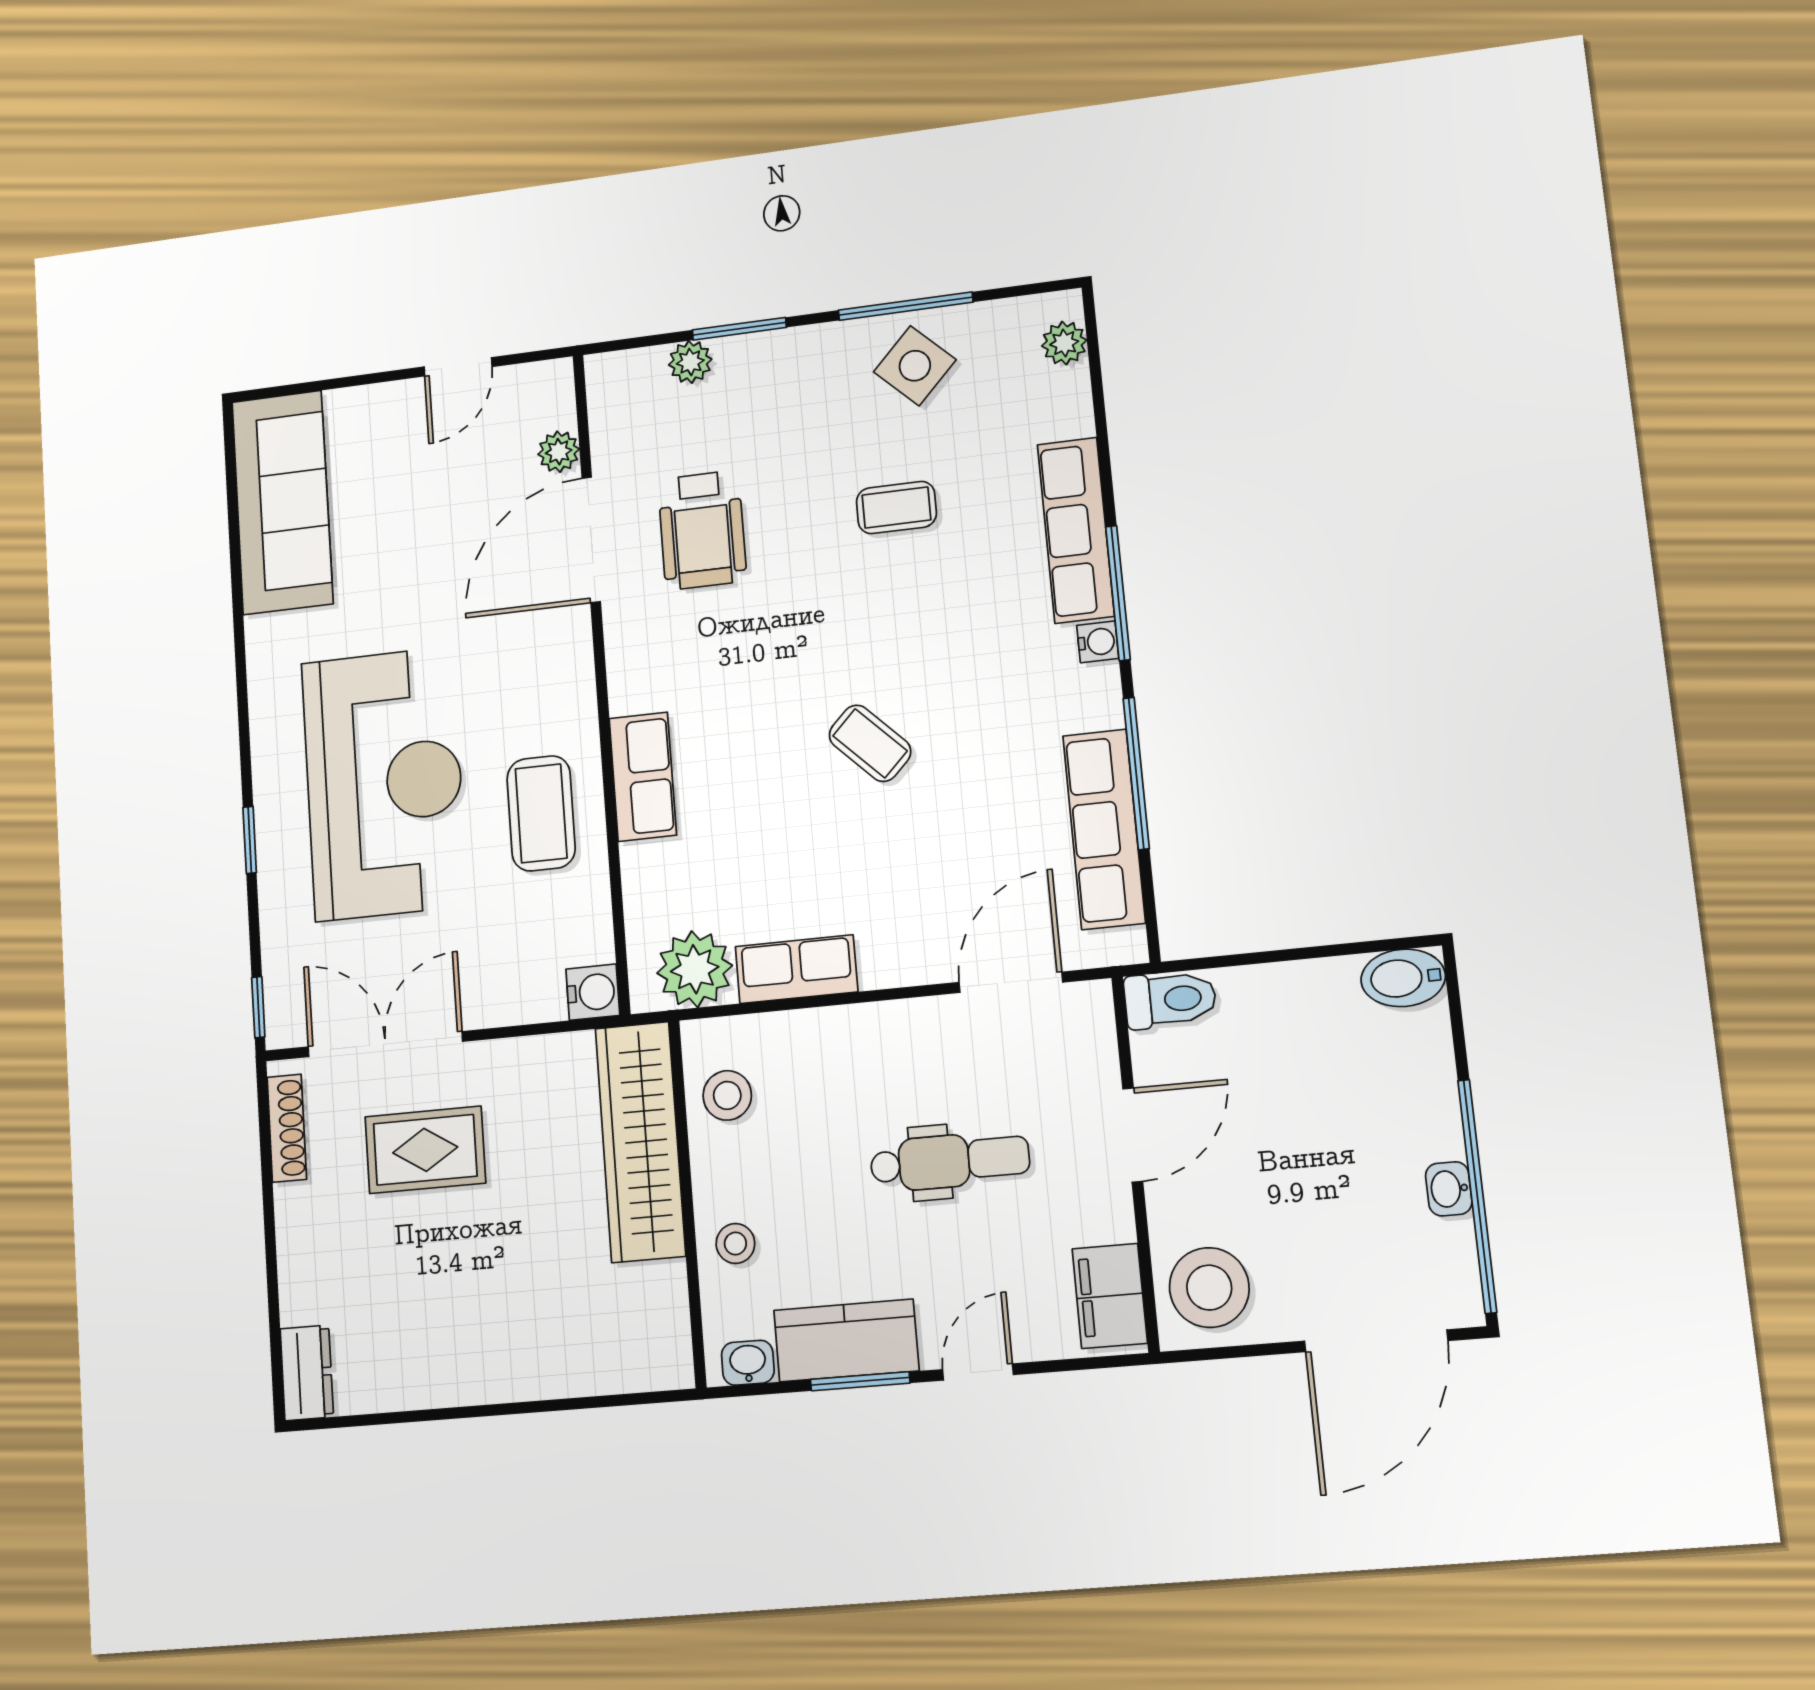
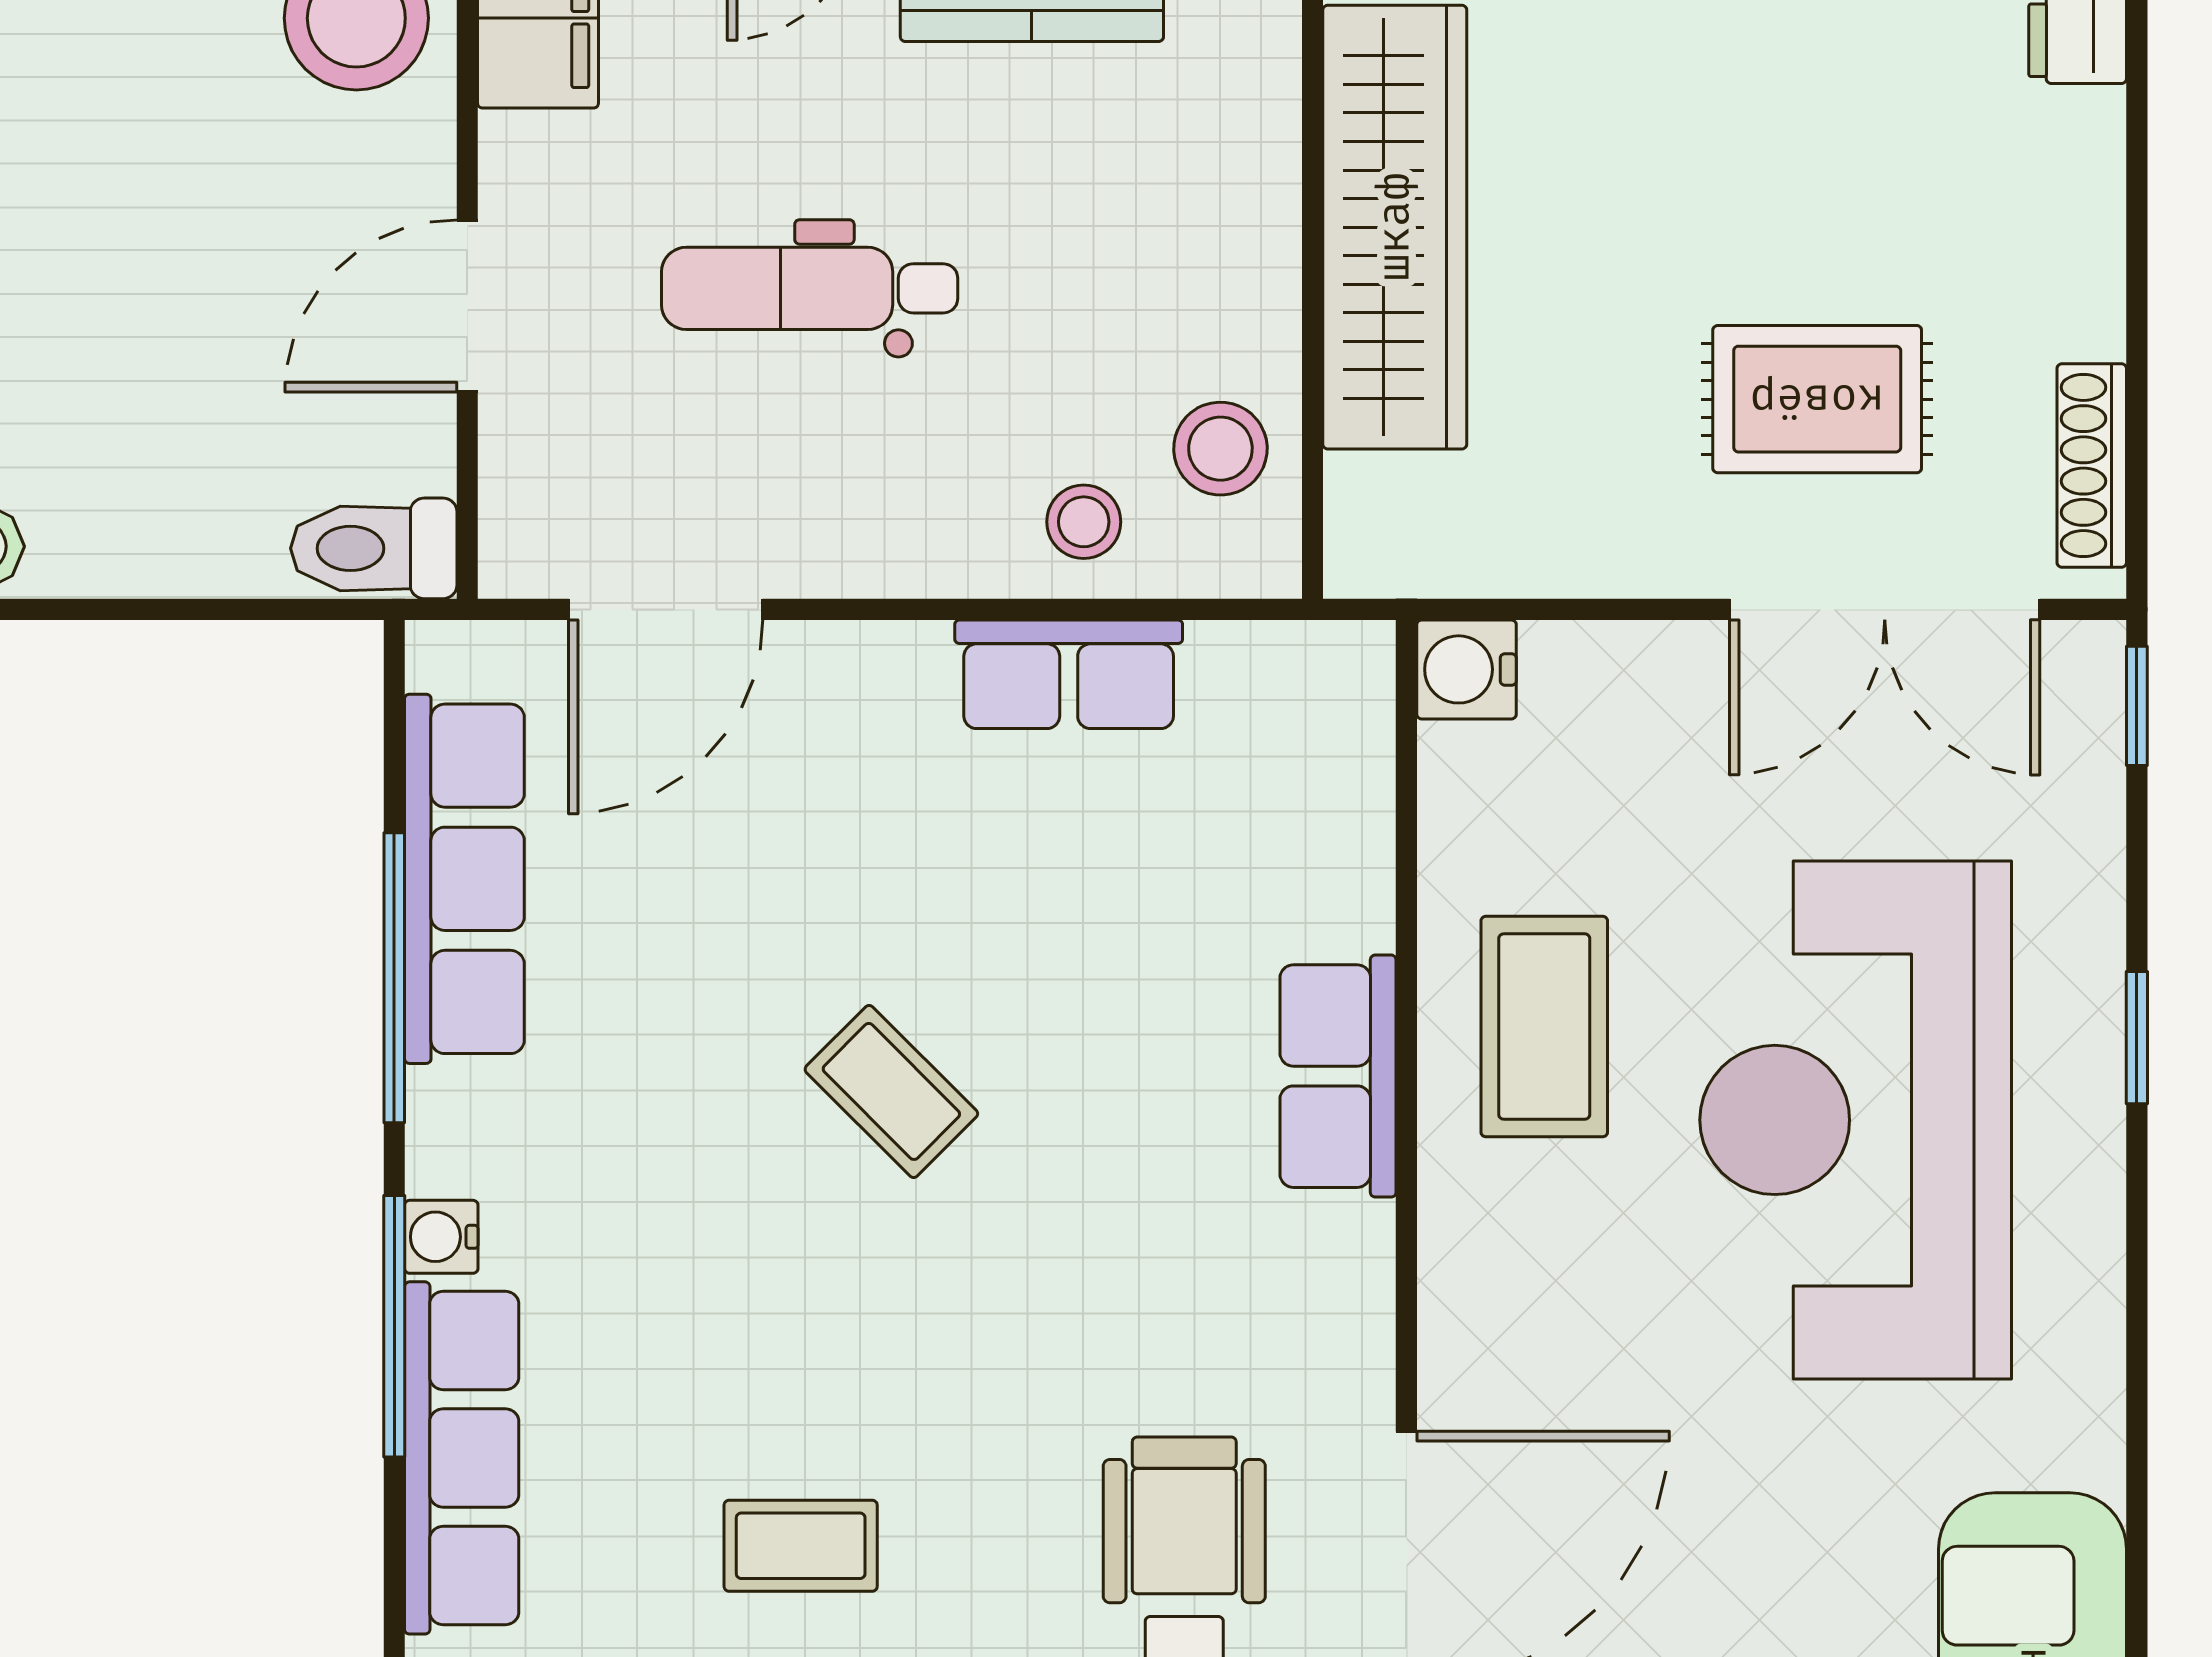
plant: (695, 969) -> (1265, 694), removed
wardrobe: (640, 1142) -> (1395, 227), moved
stool: (735, 1243) -> (1084, 522), moved

